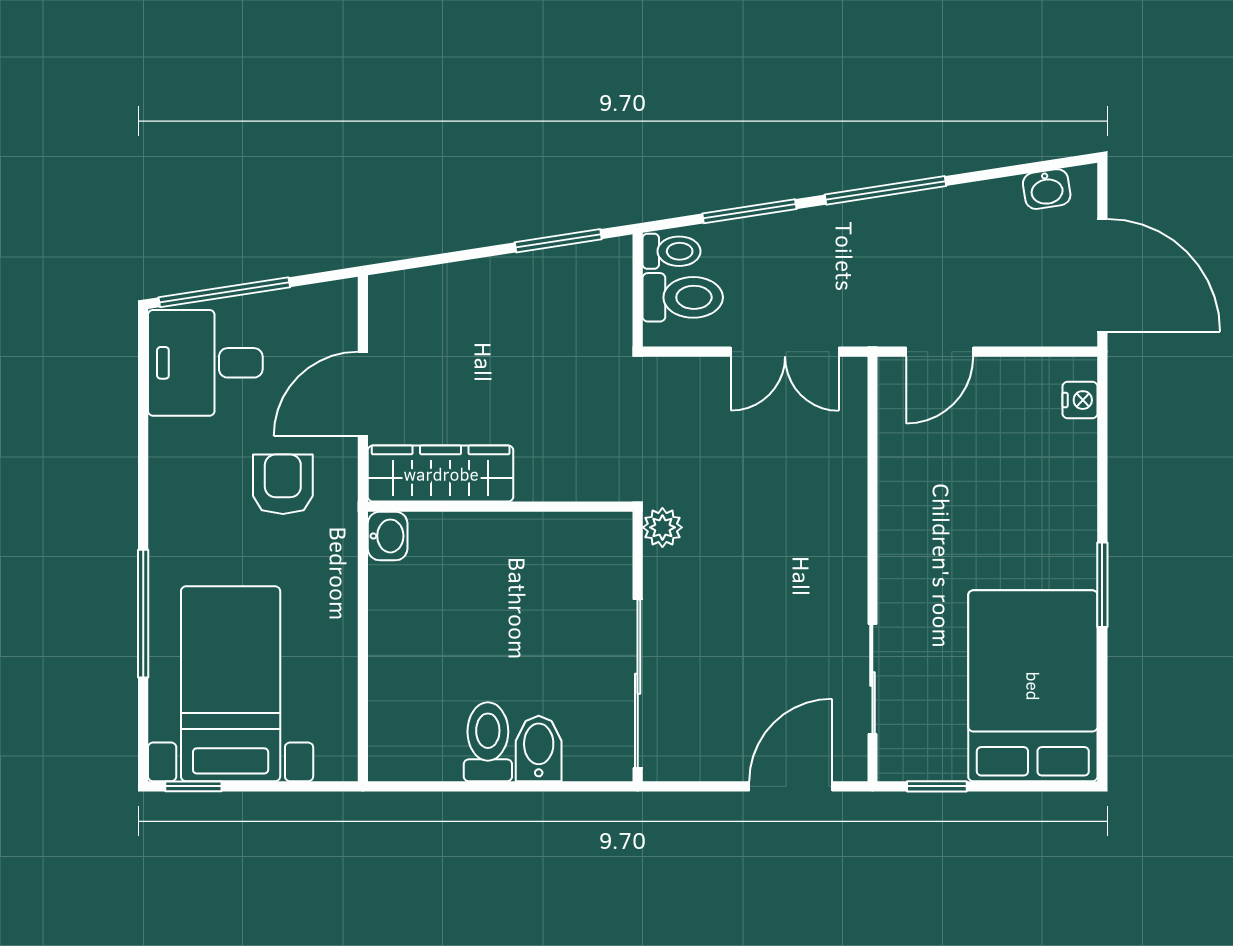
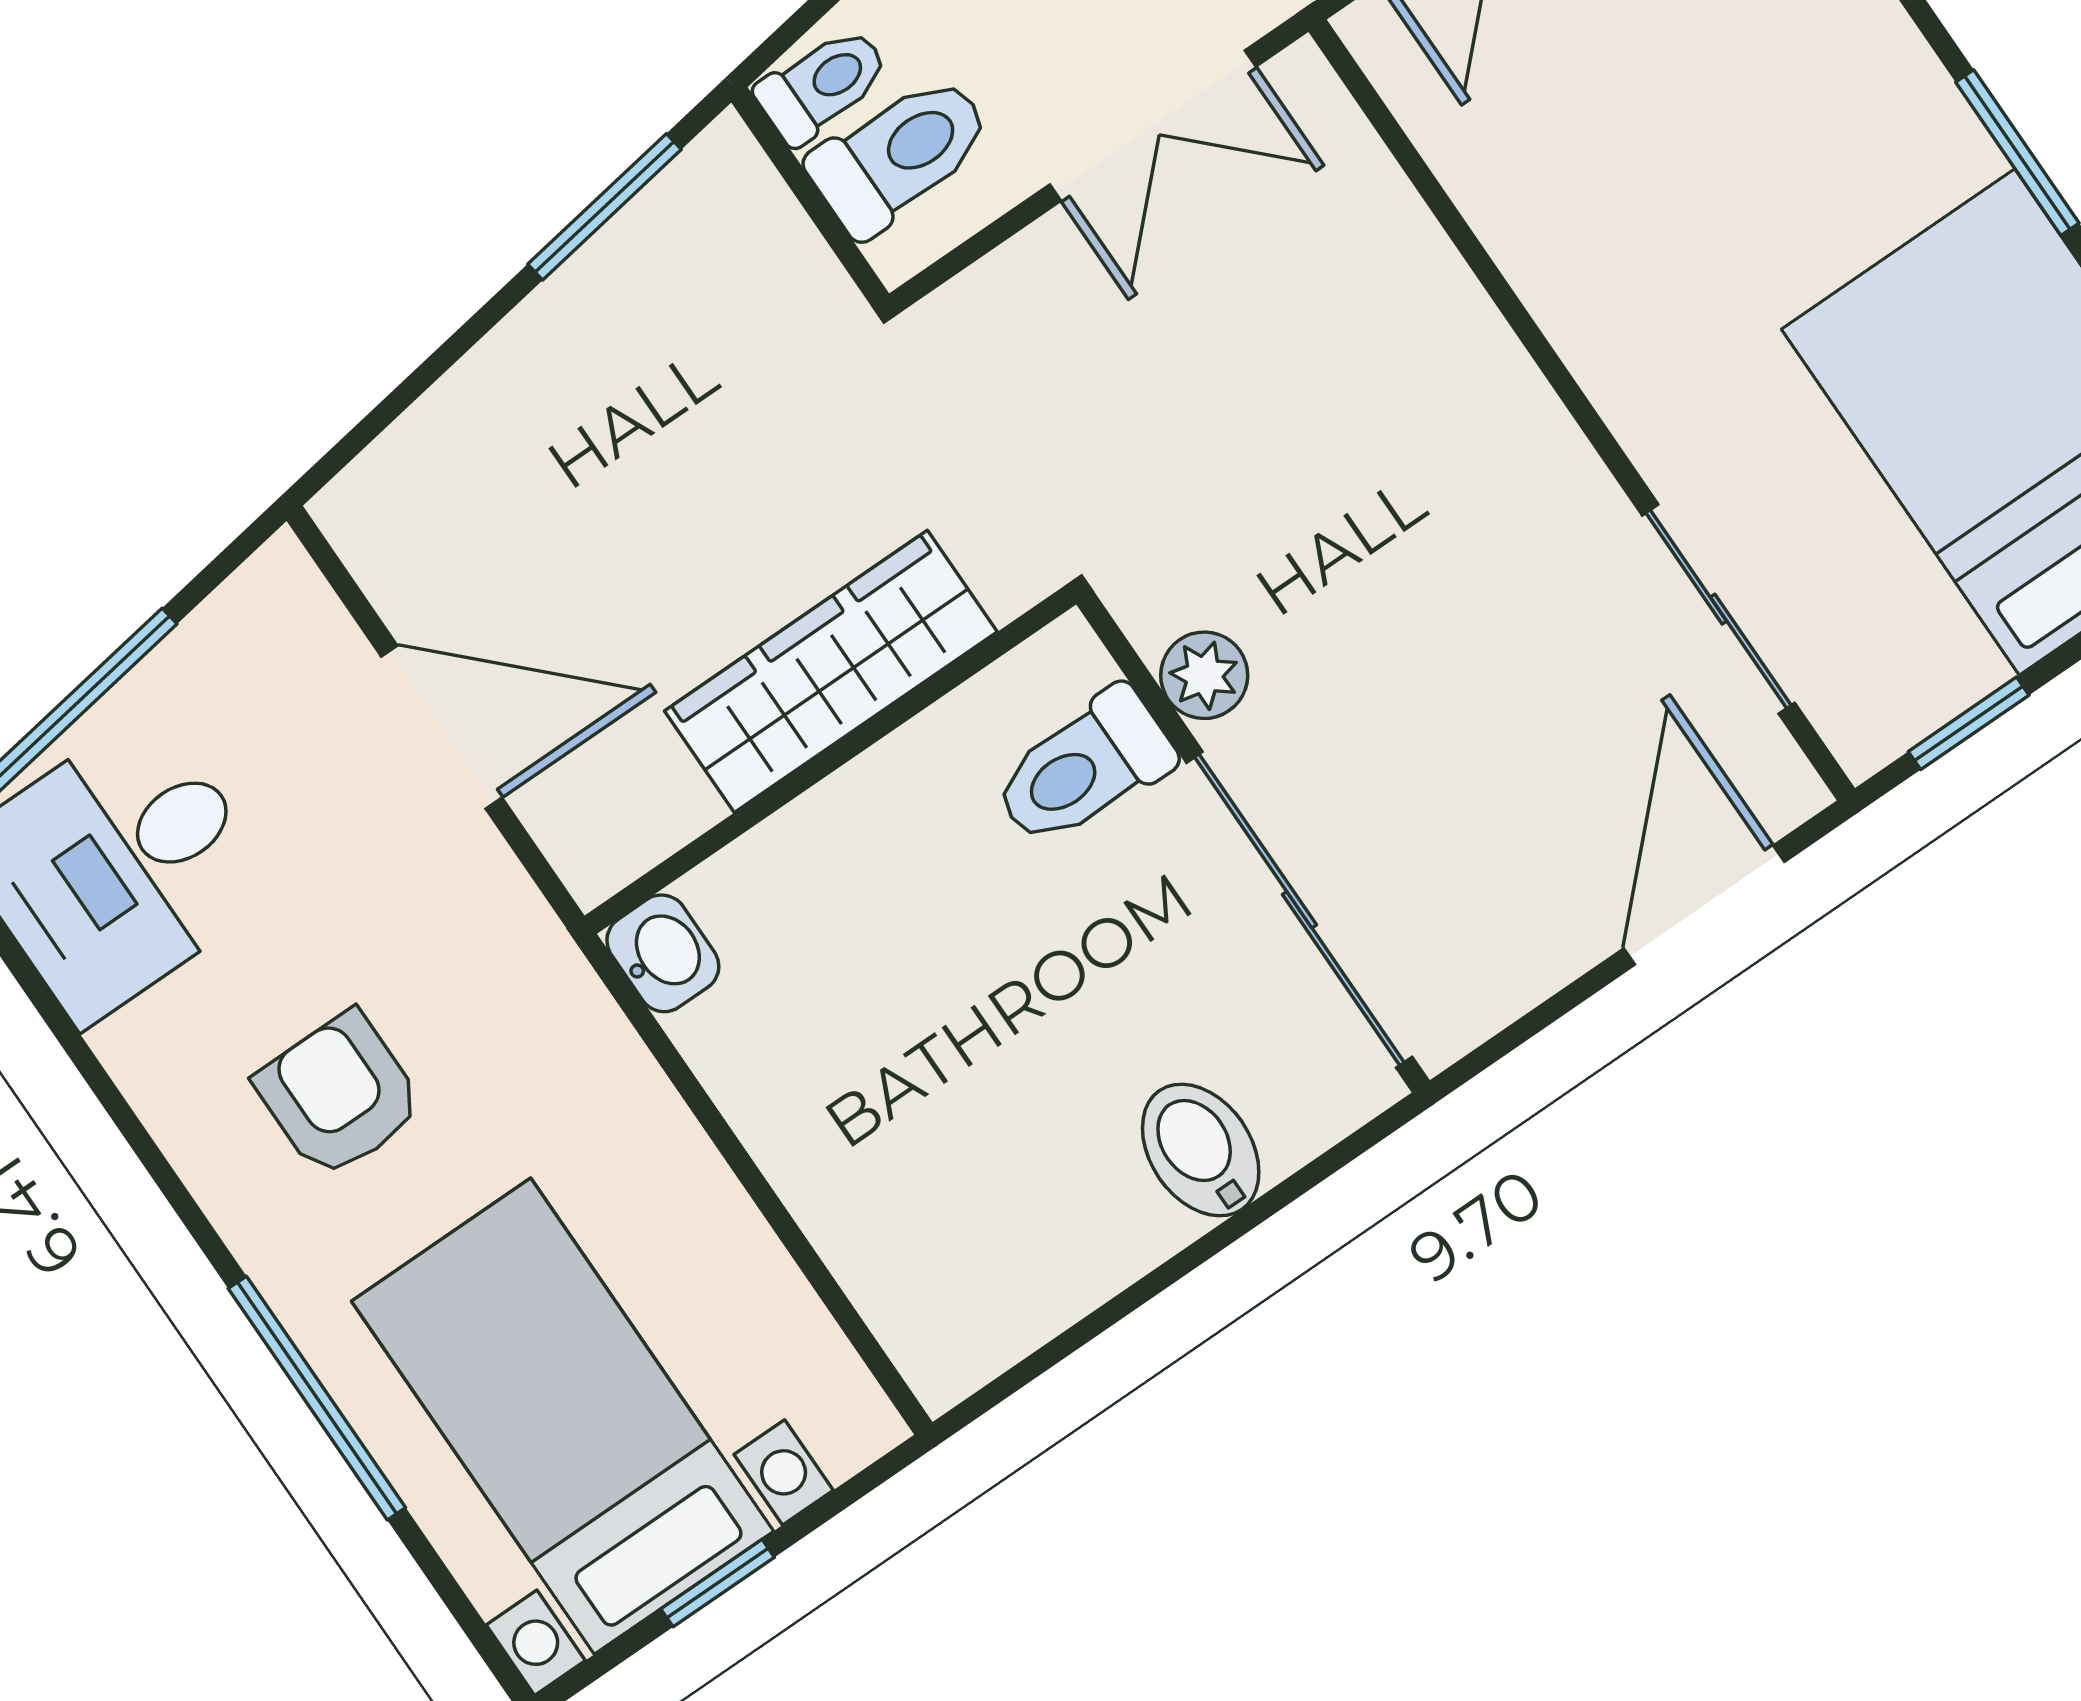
door: (363, 394) -> (442, 727), swing flipped
wardrobe: (441, 474) -> (831, 671), moved
armchair: (283, 484) -> (339, 1095), moved
plant: (662, 527) -> (1204, 675), moved
toilet: (488, 742) -> (1083, 768), moved, turned -90
window: (193, 786) -> (718, 1583), moved

